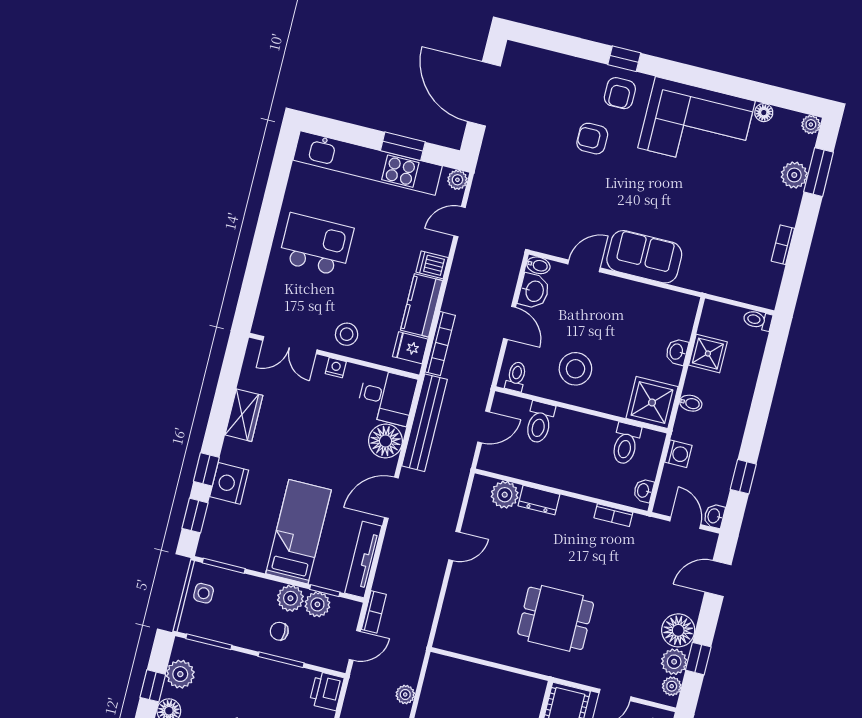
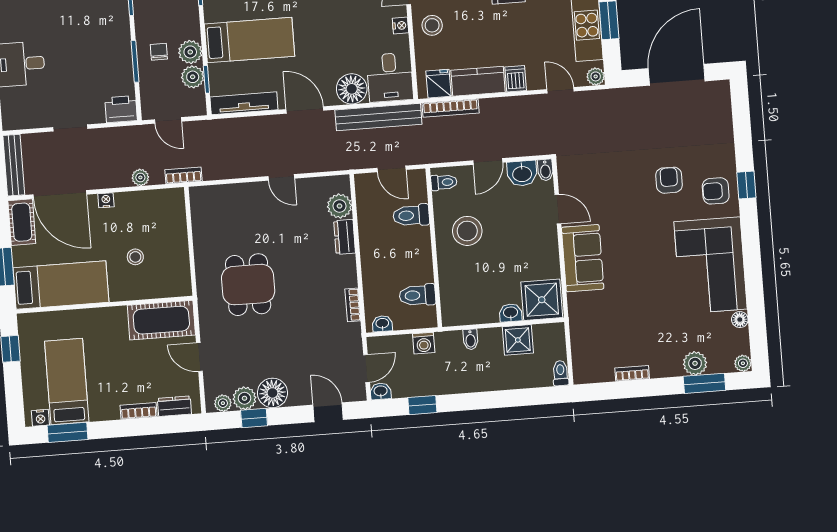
shower: (652, 403) -> (542, 300), moved
bookcase: (374, 612) -> (184, 175), moved, turned 180

